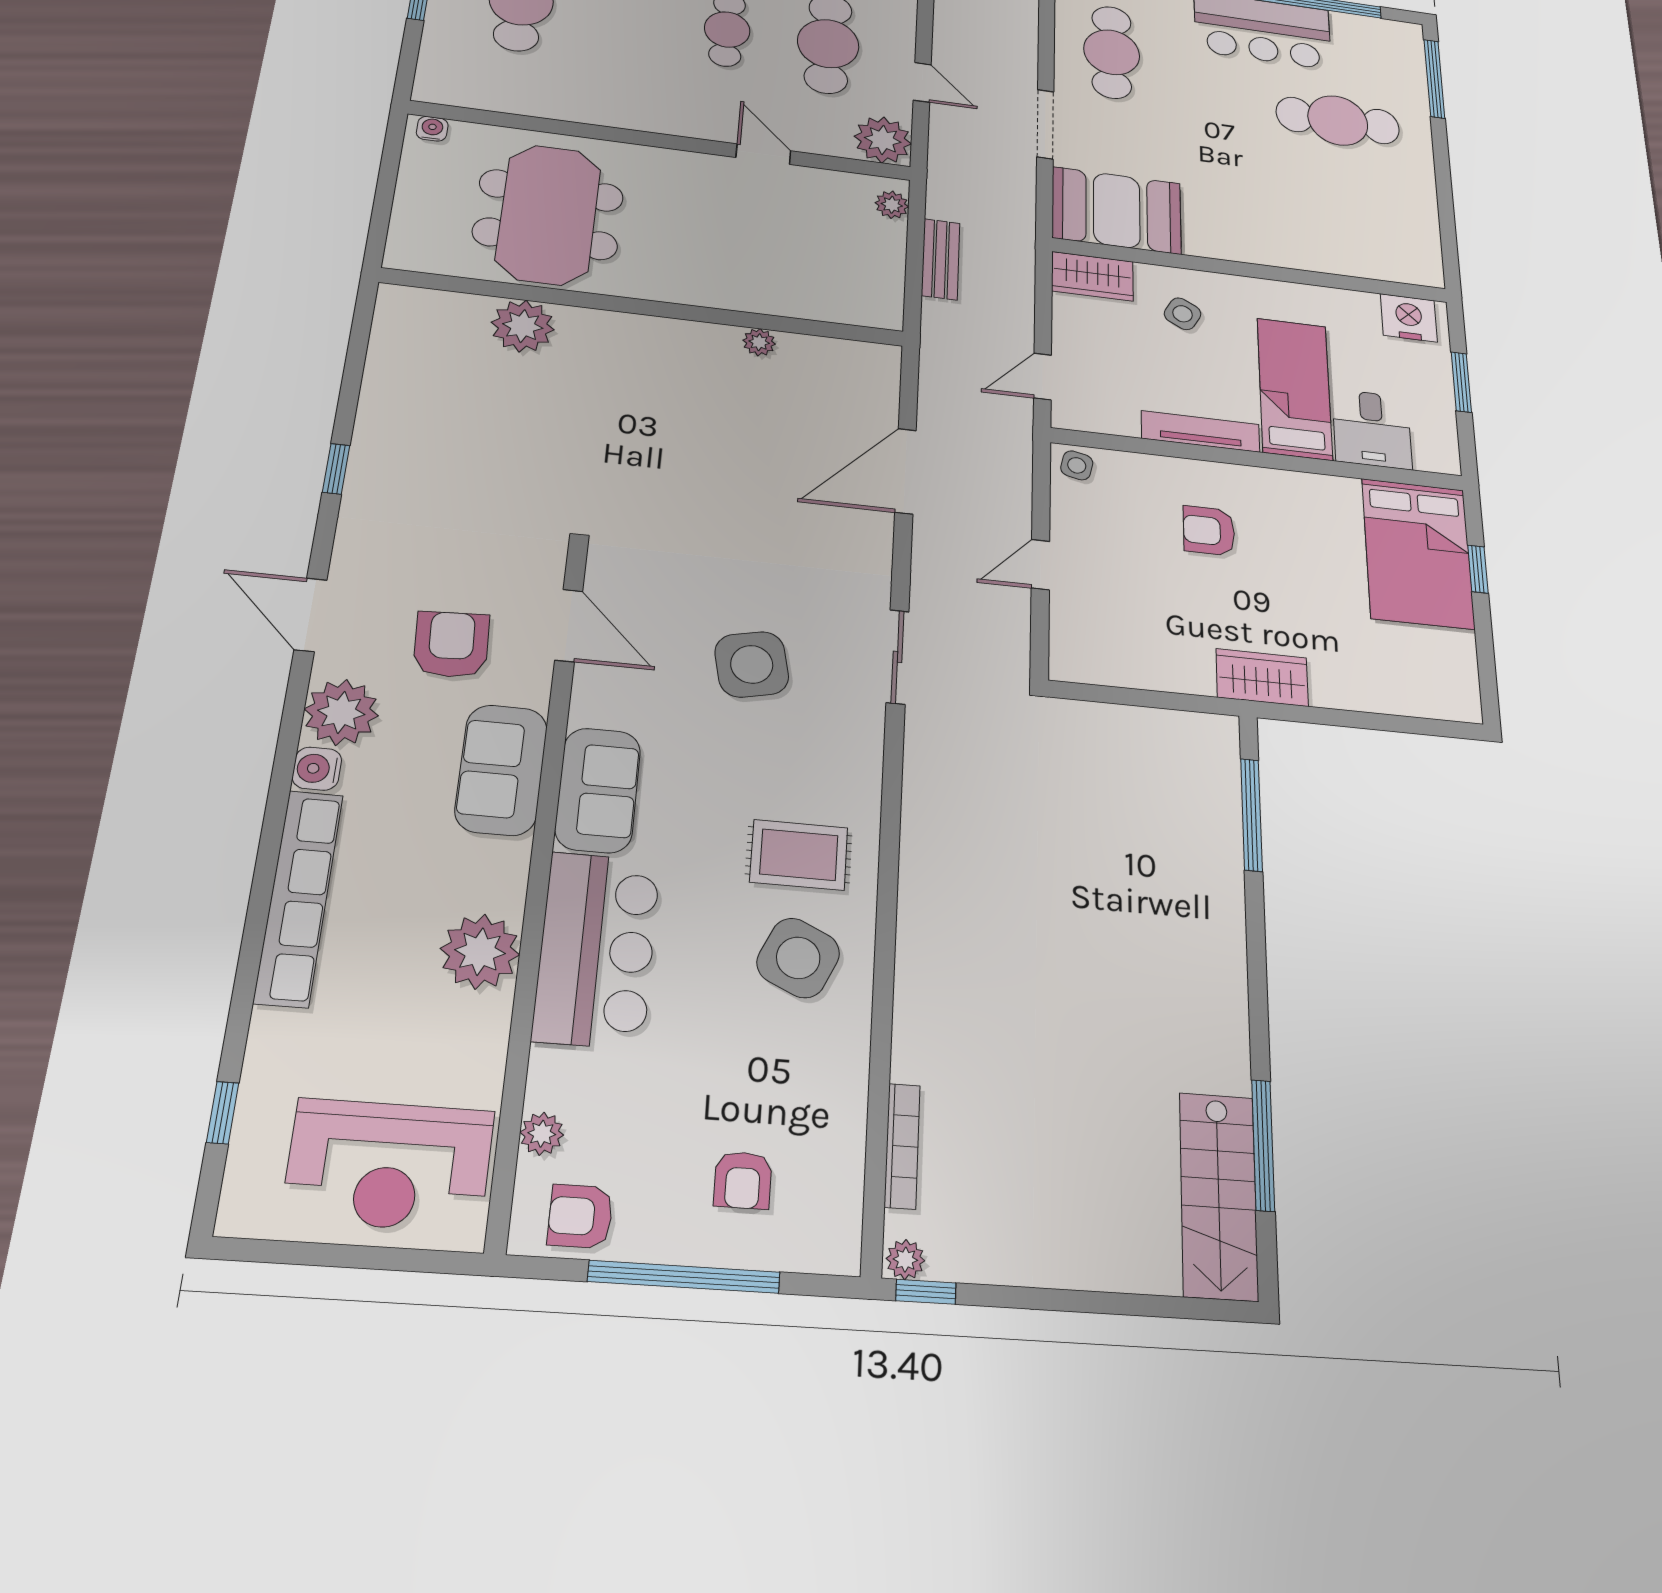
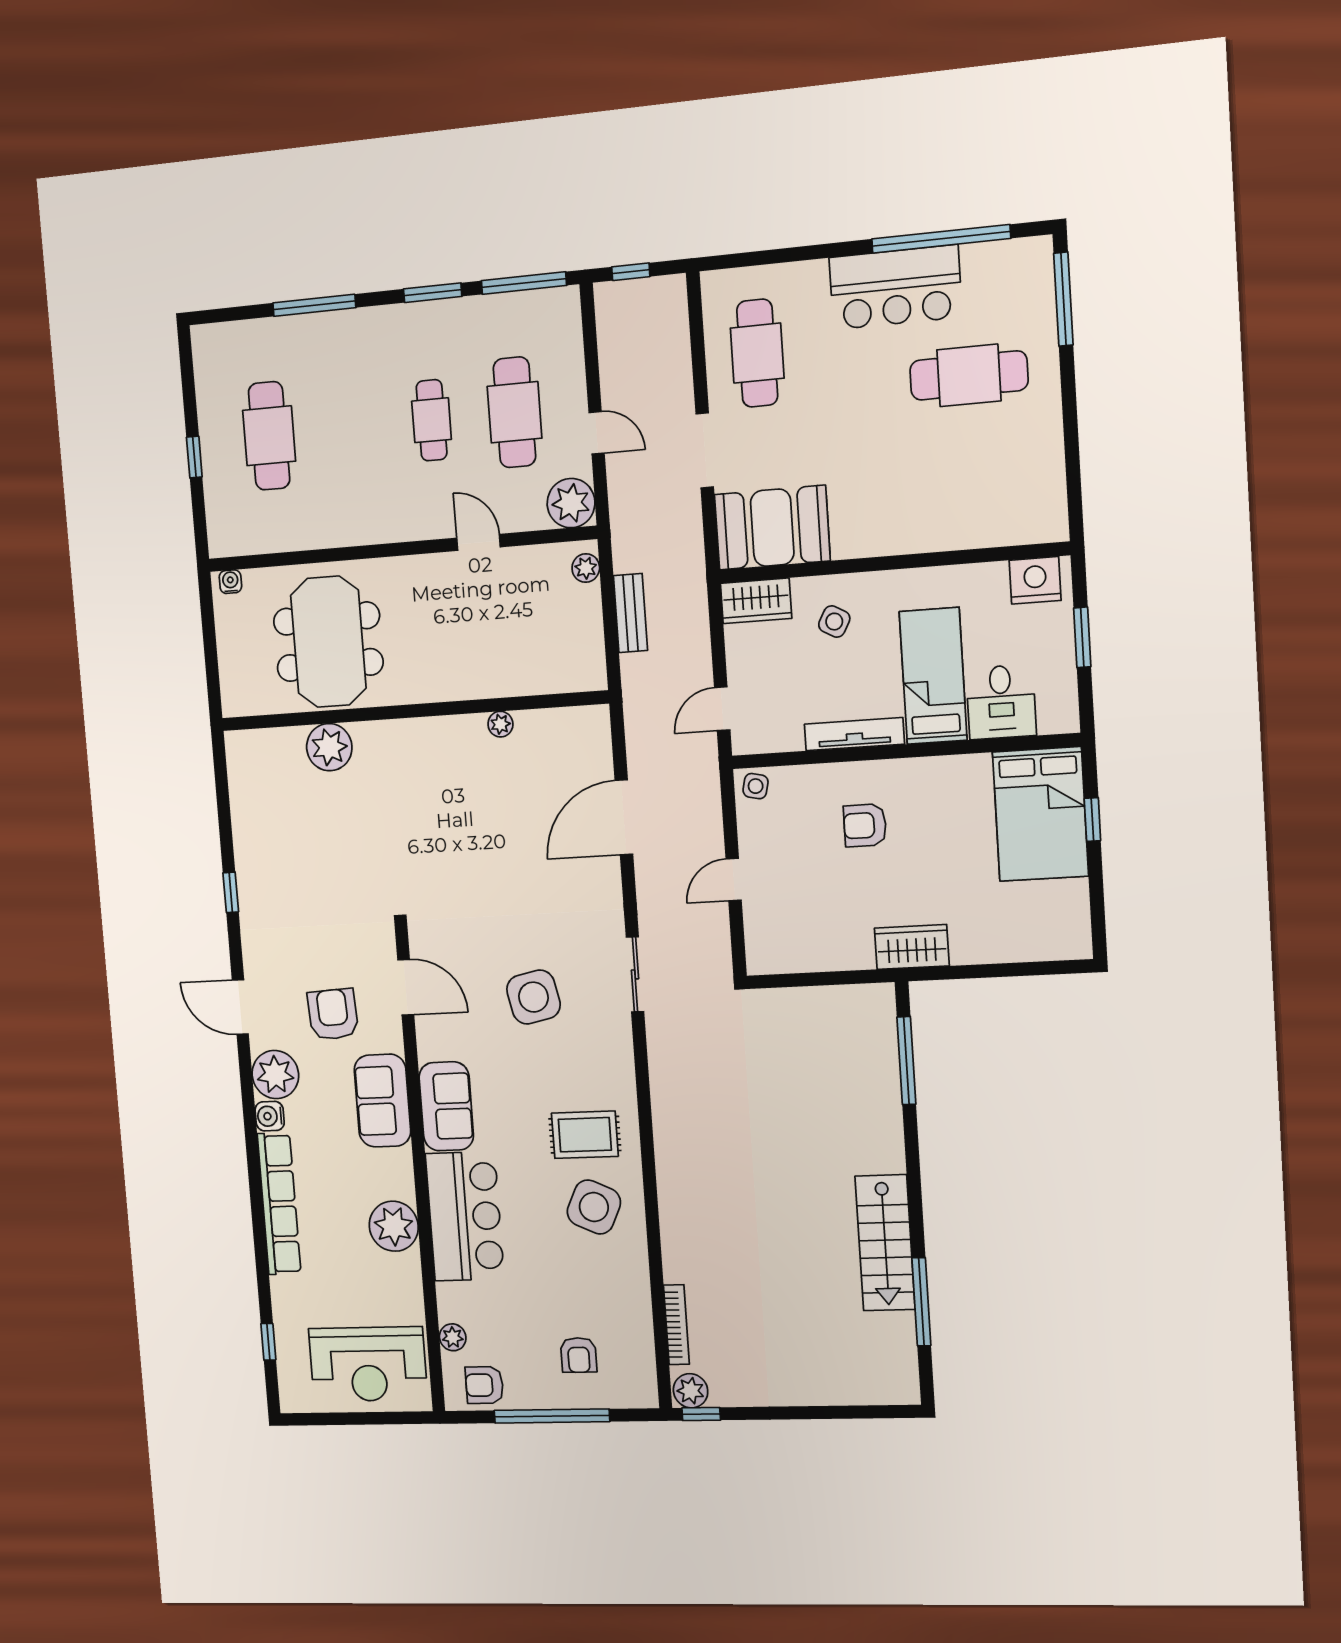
stairs: (1219, 1195) -> (885, 1243), moved
plant: (905, 1260) -> (691, 1391), width x1.38, depth x1.38

